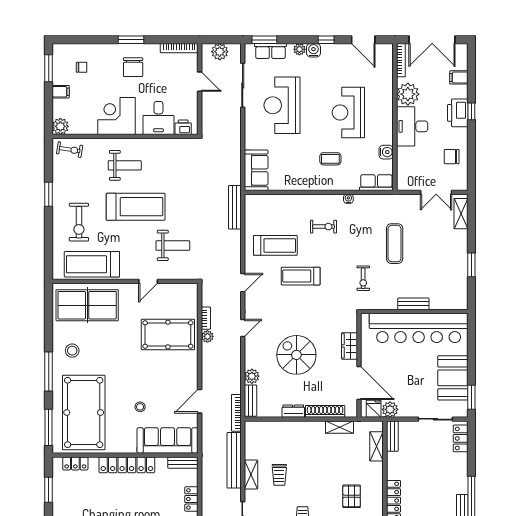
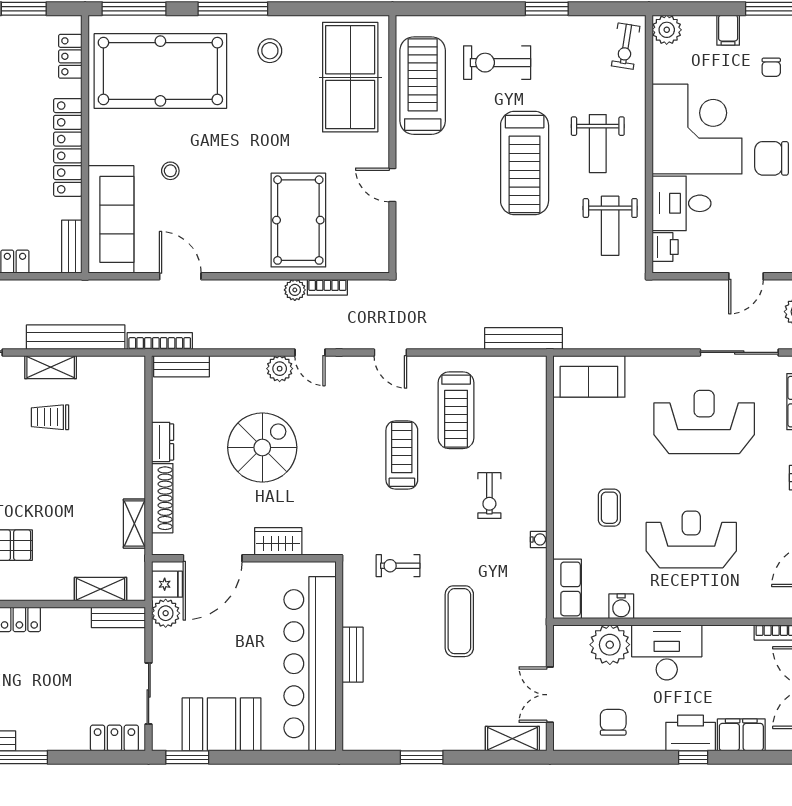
filing cabinet: (459, 77) -> (741, 735), width x2.00
plant: (408, 94) -> (610, 645), moved
corner desk: (116, 116) -> (697, 129), width x1.36, depth x1.36
exercise mat: (395, 244) -> (459, 621), turned 90
weight bench: (173, 245) -> (610, 226), moved
plant: (252, 376) -> (280, 369), moved

